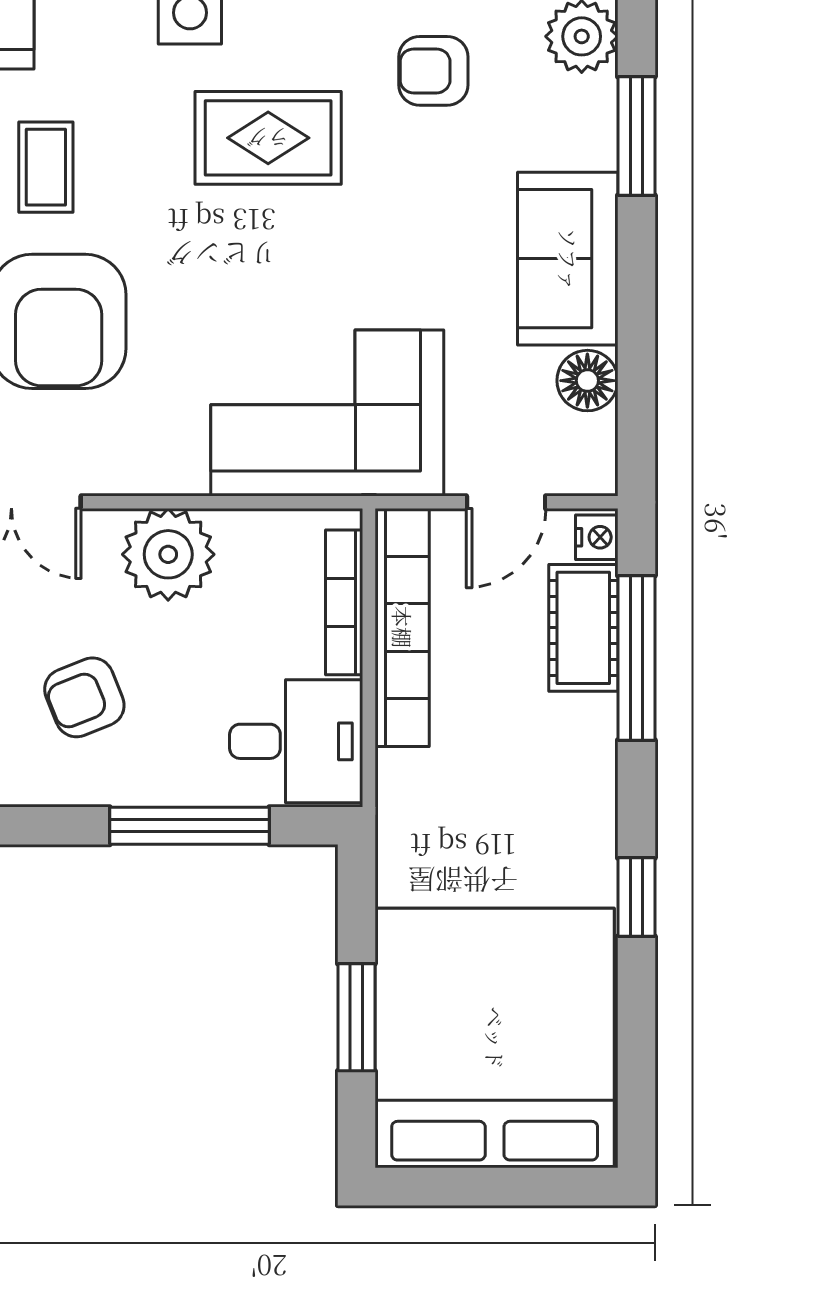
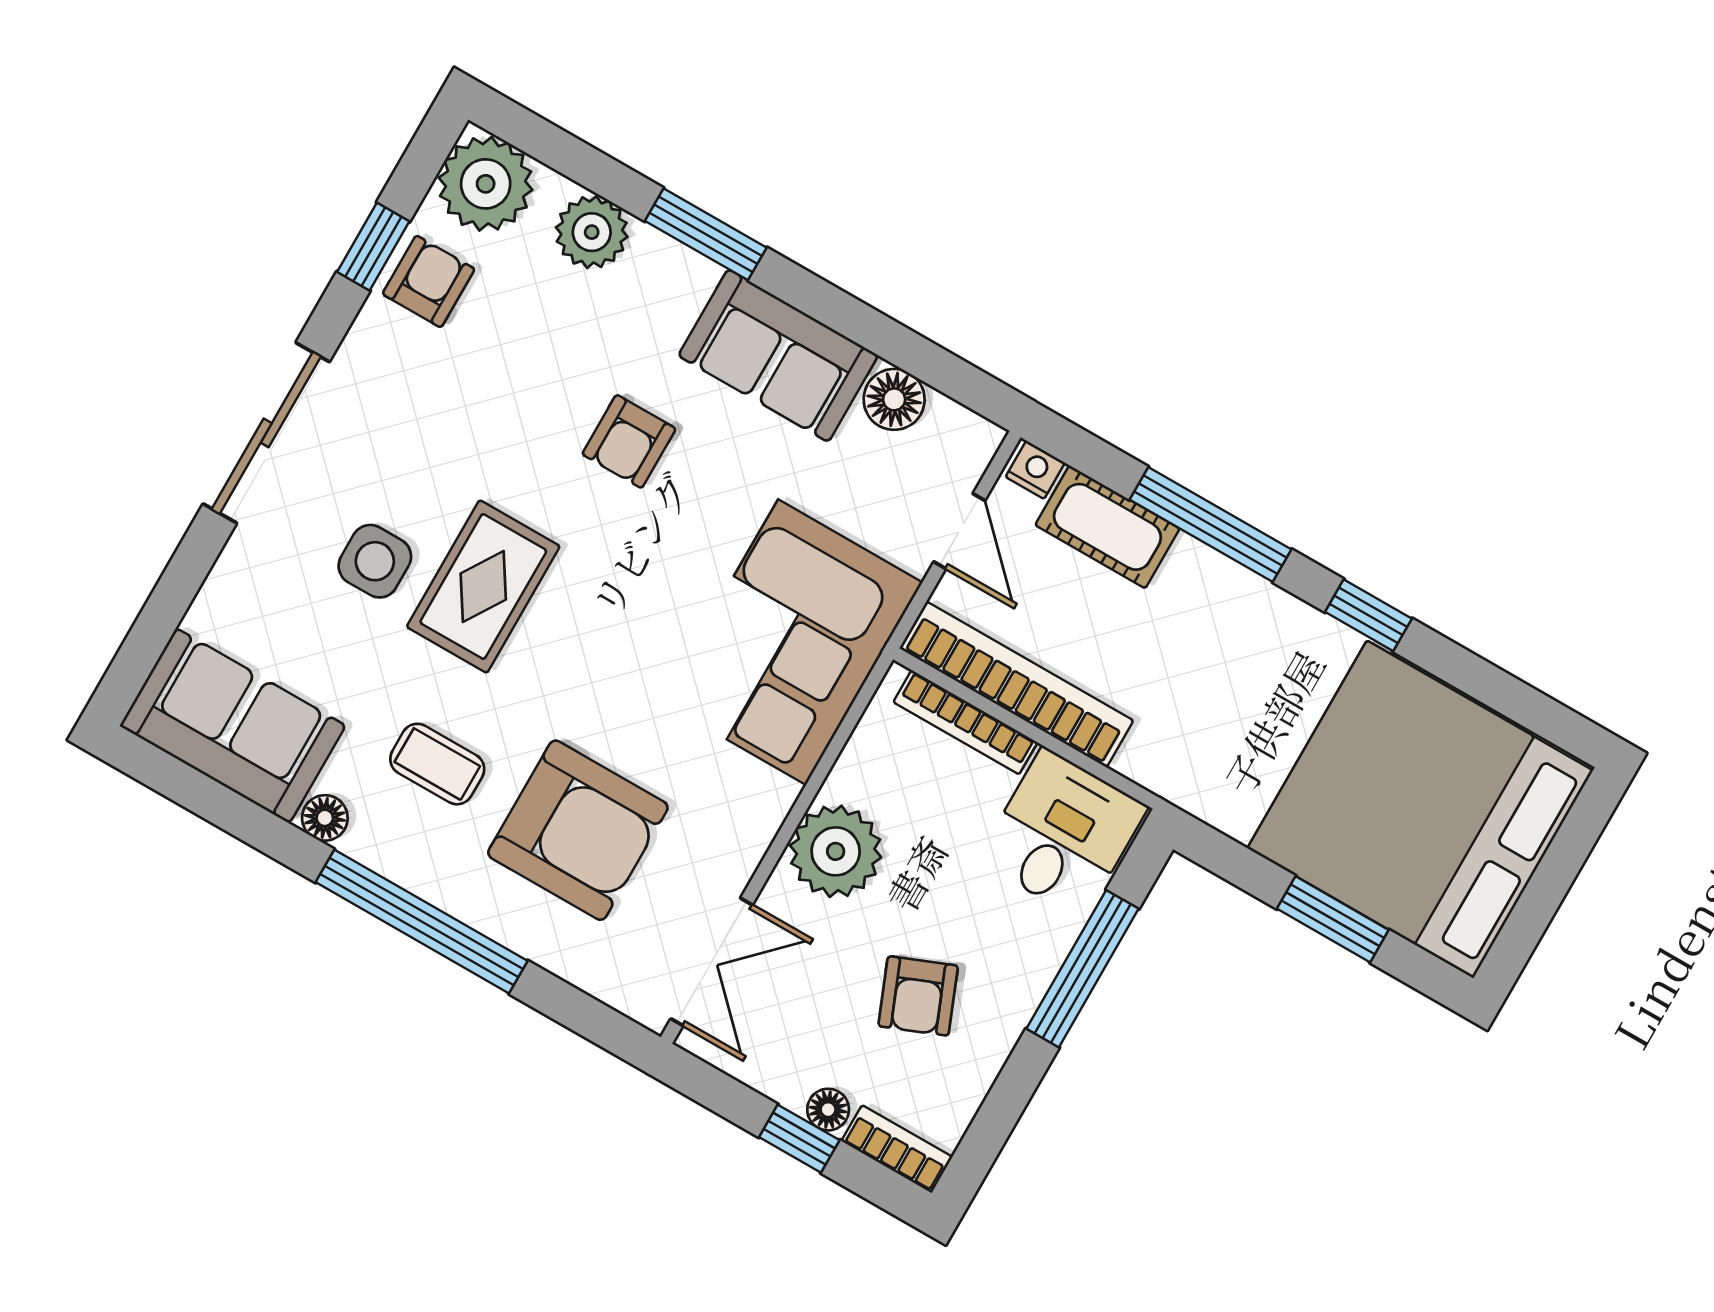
armchair: (433, 71) -> (629, 441), moved
rug: (268, 138) -> (483, 586), moved
window: (636, 658) -> (1211, 525), moved

